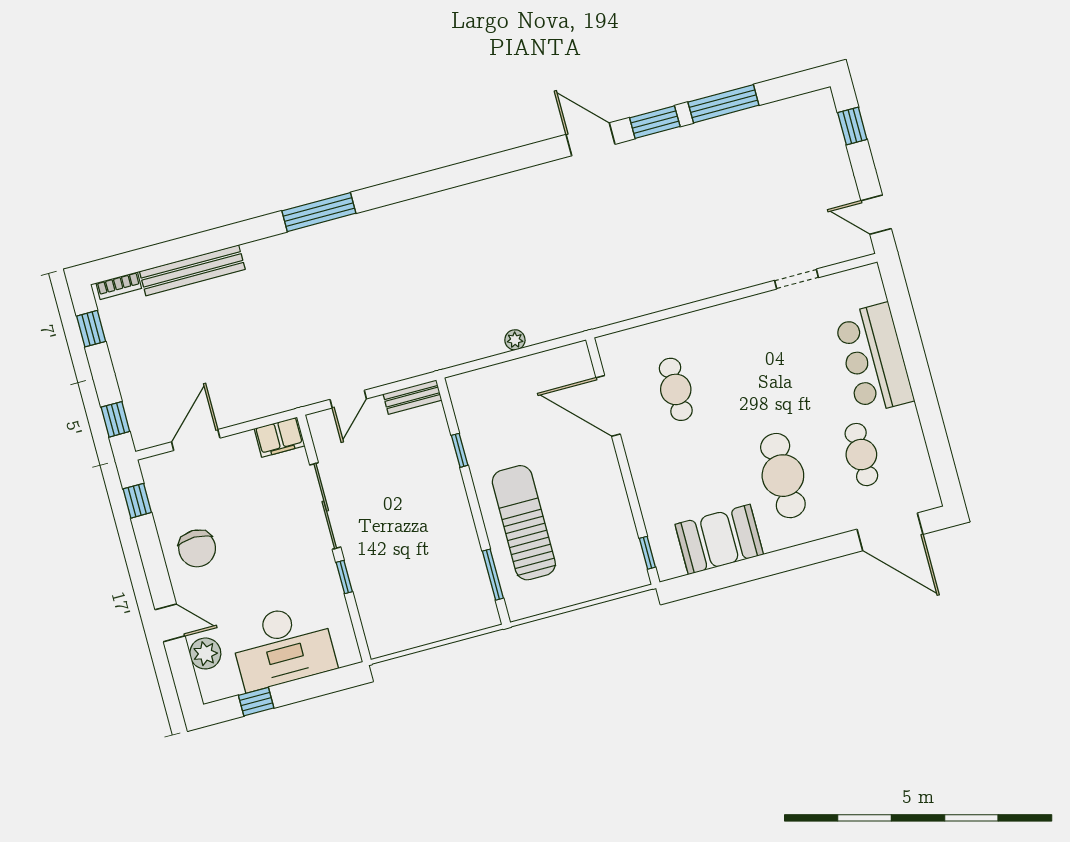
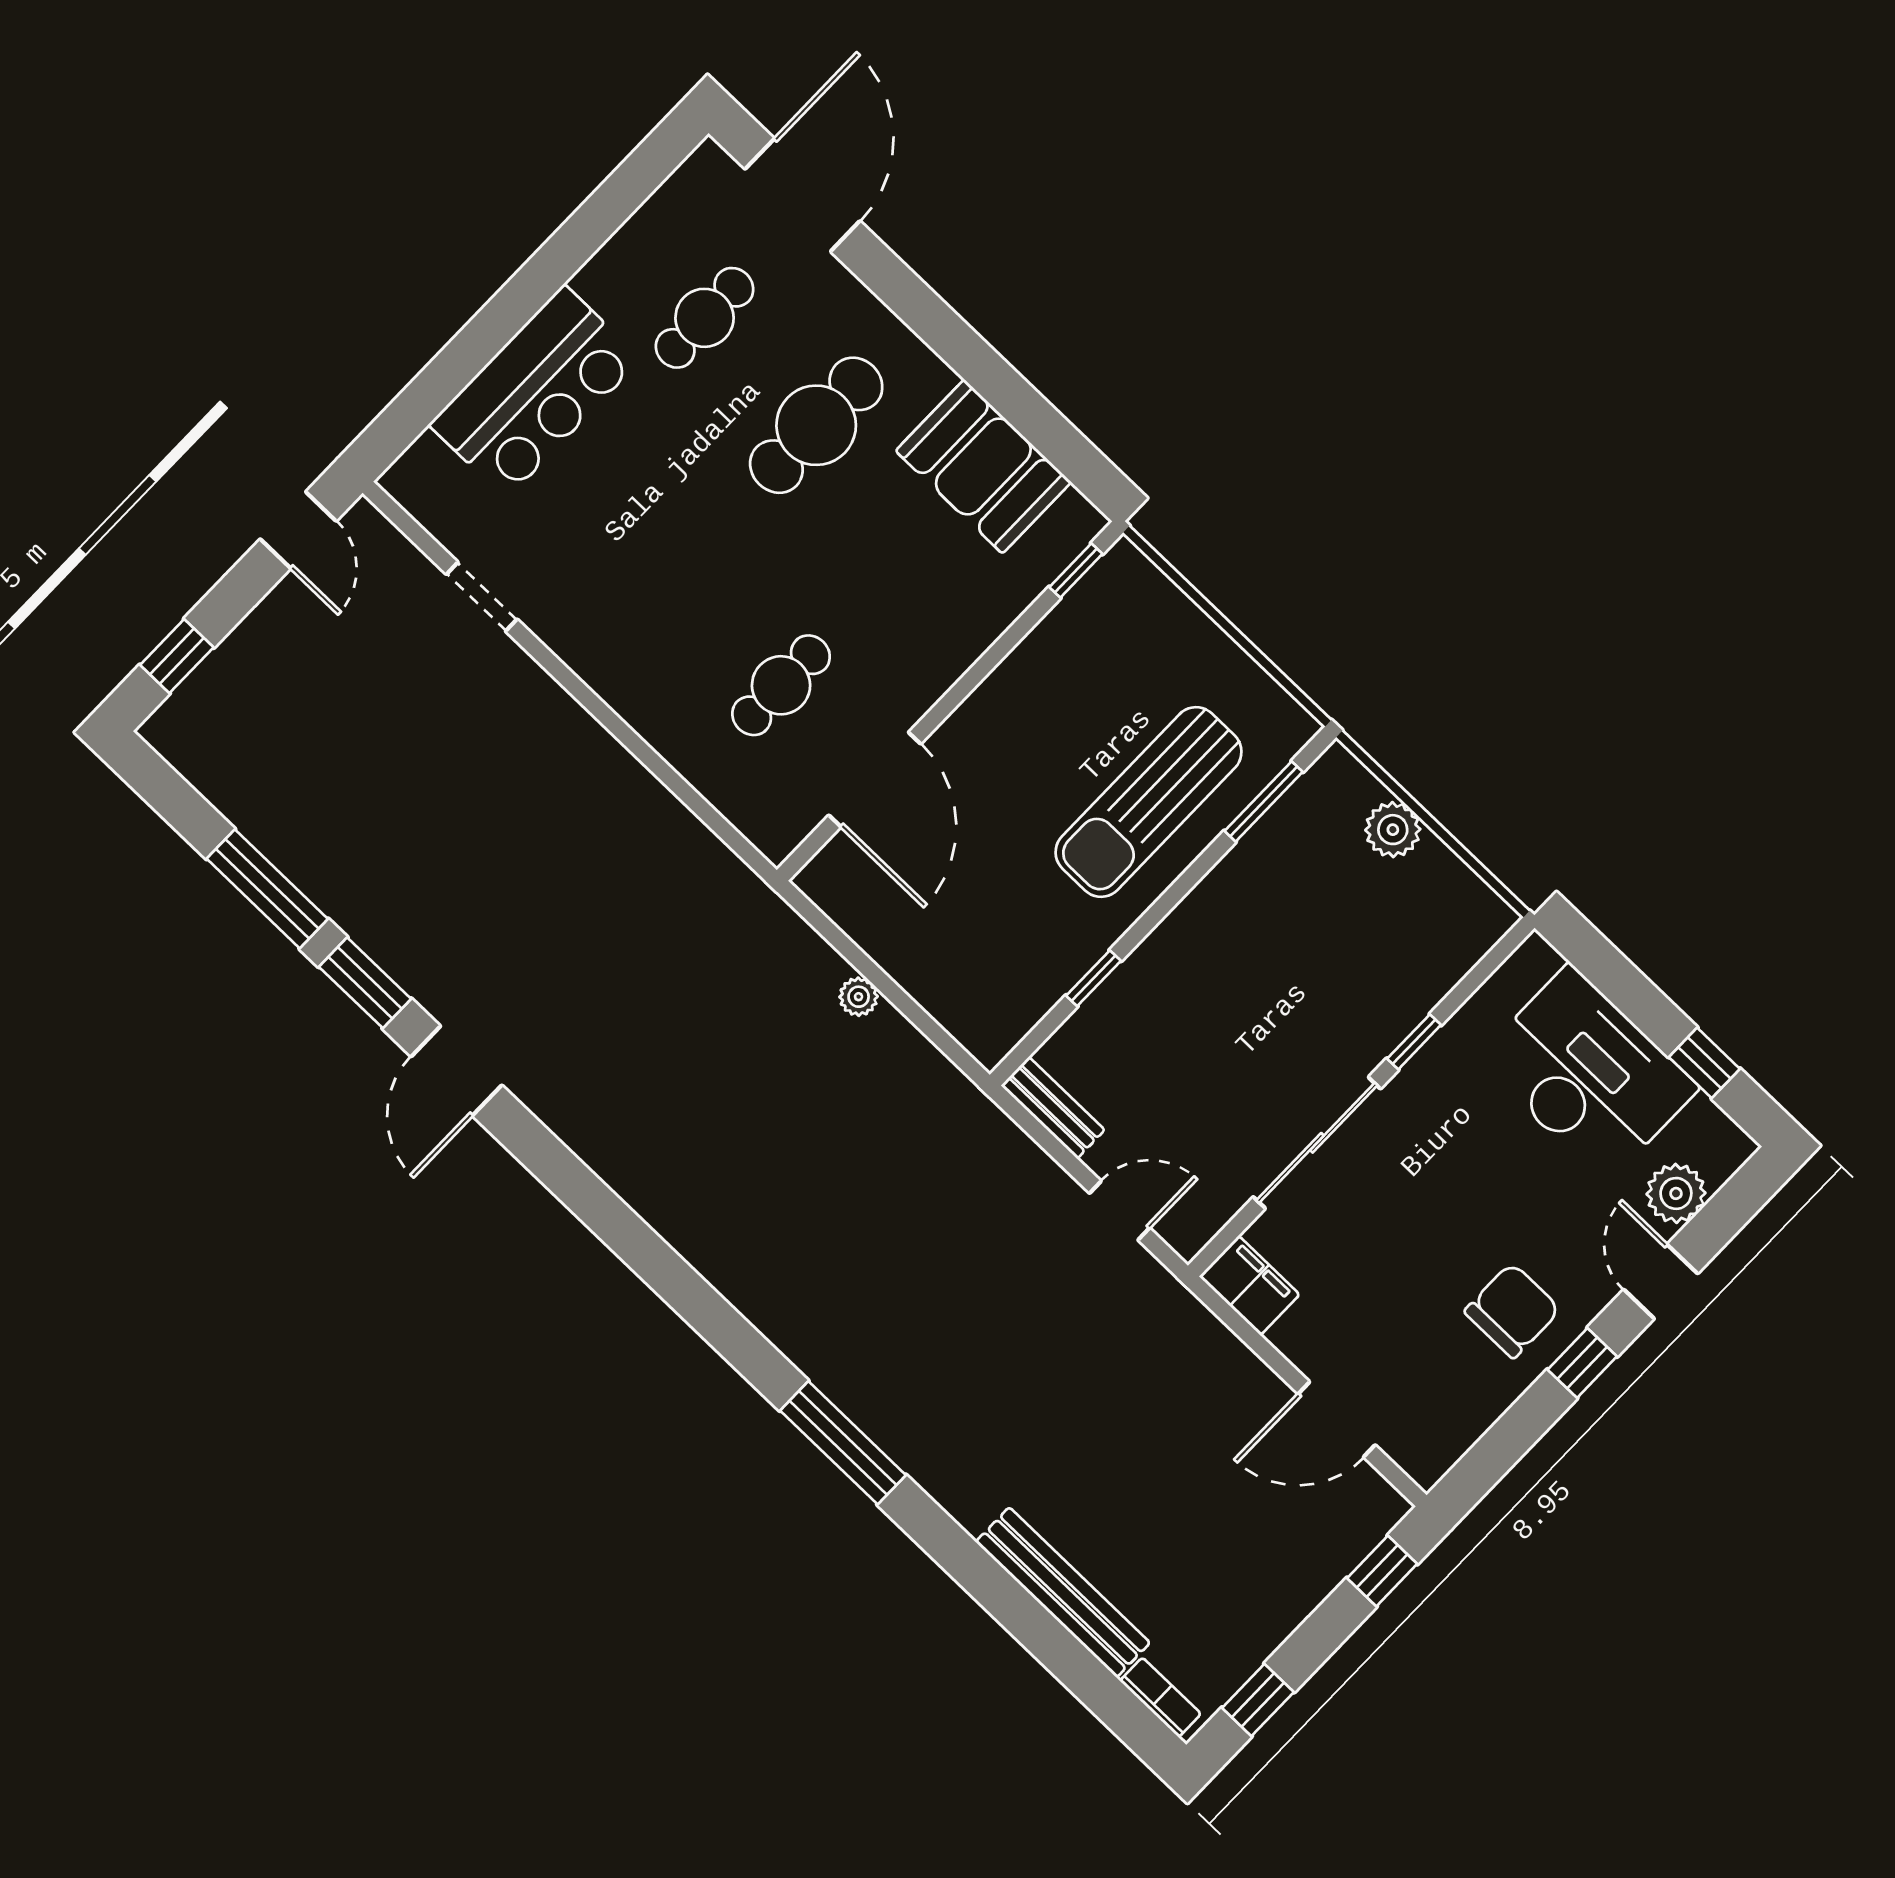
window: (137, 501) -> (1582, 1363), moved
plant: (445, 625) -> (1393, 830), added

